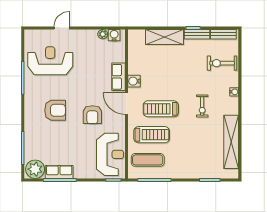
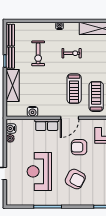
reception desk: (50, 61) -> (39, 171), moved
exercise bike: (222, 63) -> (38, 53), moved
water cooler: (134, 81) -> (33, 112), moved
armchair: (55, 110) -> (75, 179), turned 118
armchair: (92, 115) -> (79, 147), turned 180

